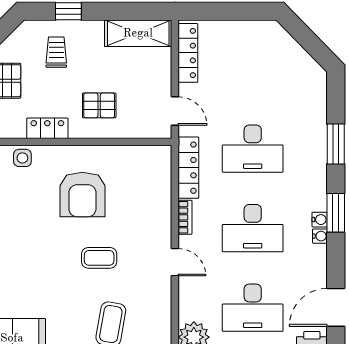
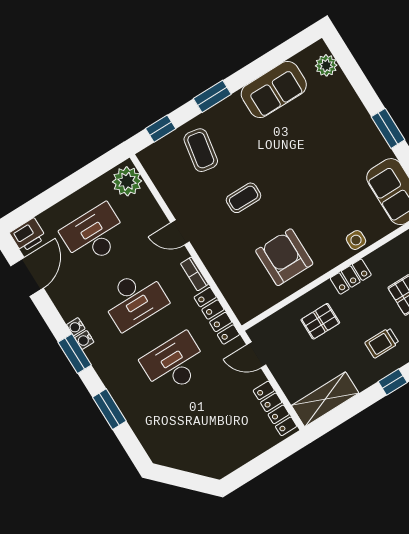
trolley: (56, 52) -> (382, 343), turned 90
armchair: (82, 194) -> (284, 257), moved
desk: (253, 228) -> (134, 299), turned 180

